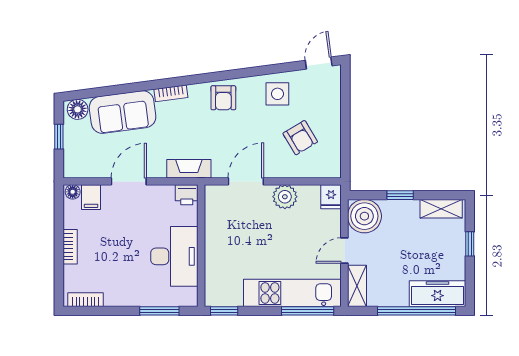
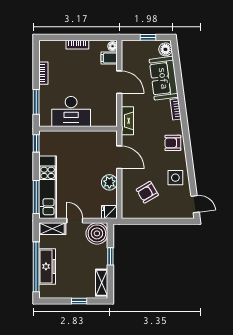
printer: (187, 195) -> (111, 119), removed
freezer: (438, 294) -> (47, 266), moved
bookcase: (85, 300) -> (43, 73), moved

